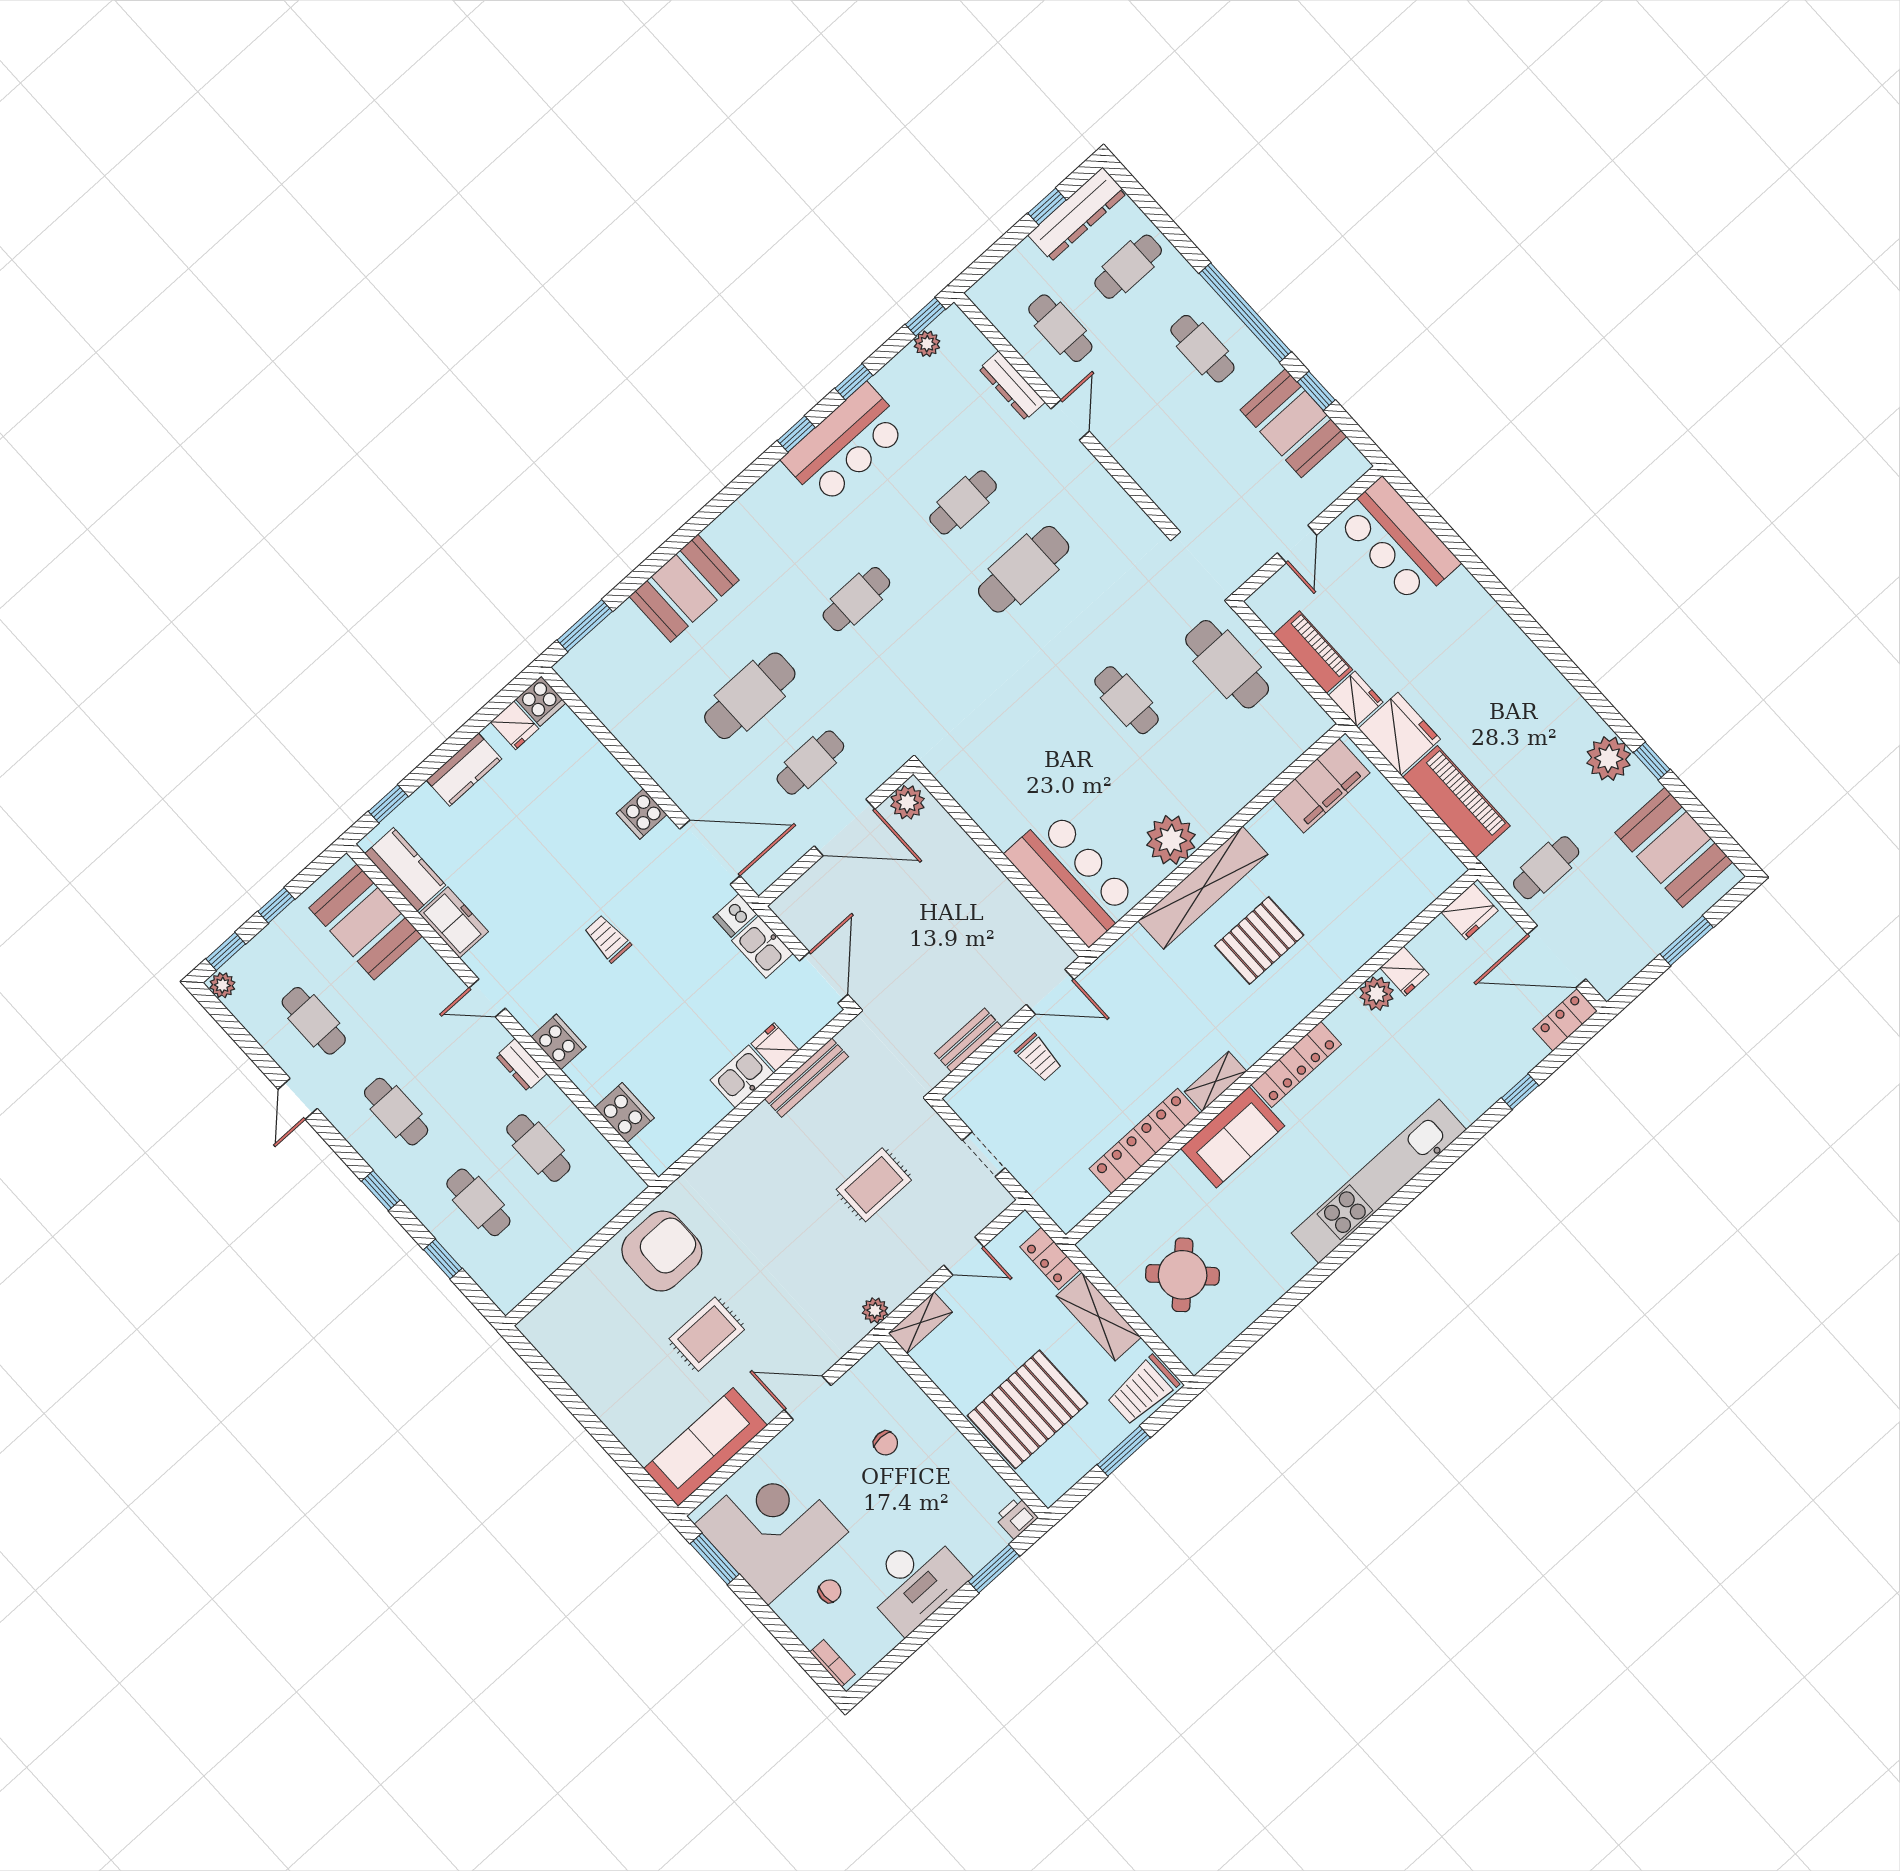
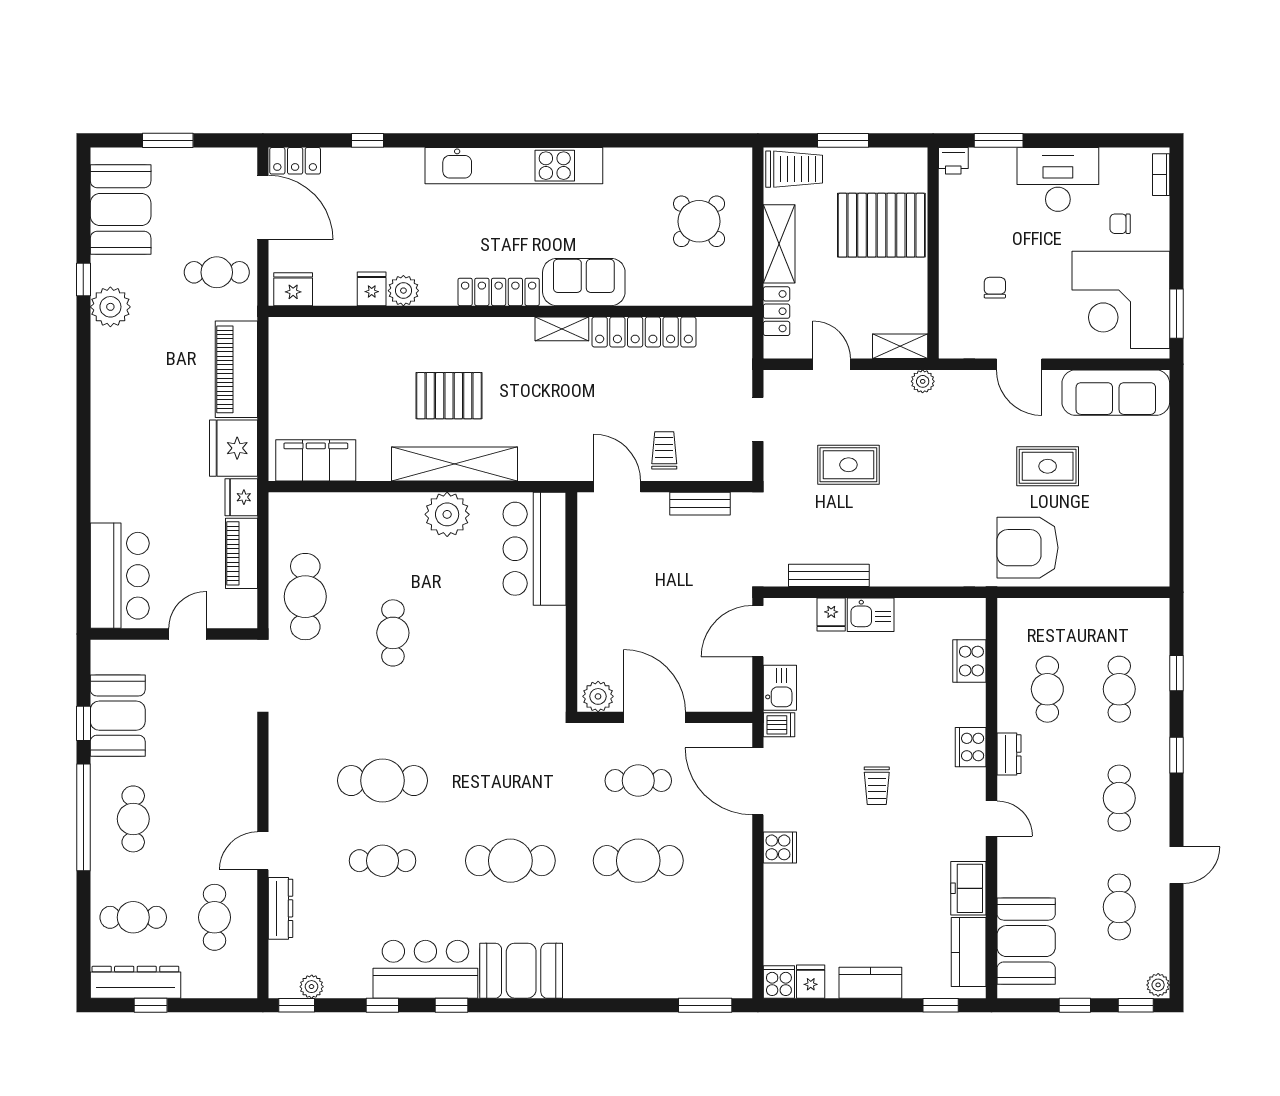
booth: (684, 588) -> (521, 971), moved
cafe table: (856, 599) -> (510, 861), width x1.37, depth x1.35

